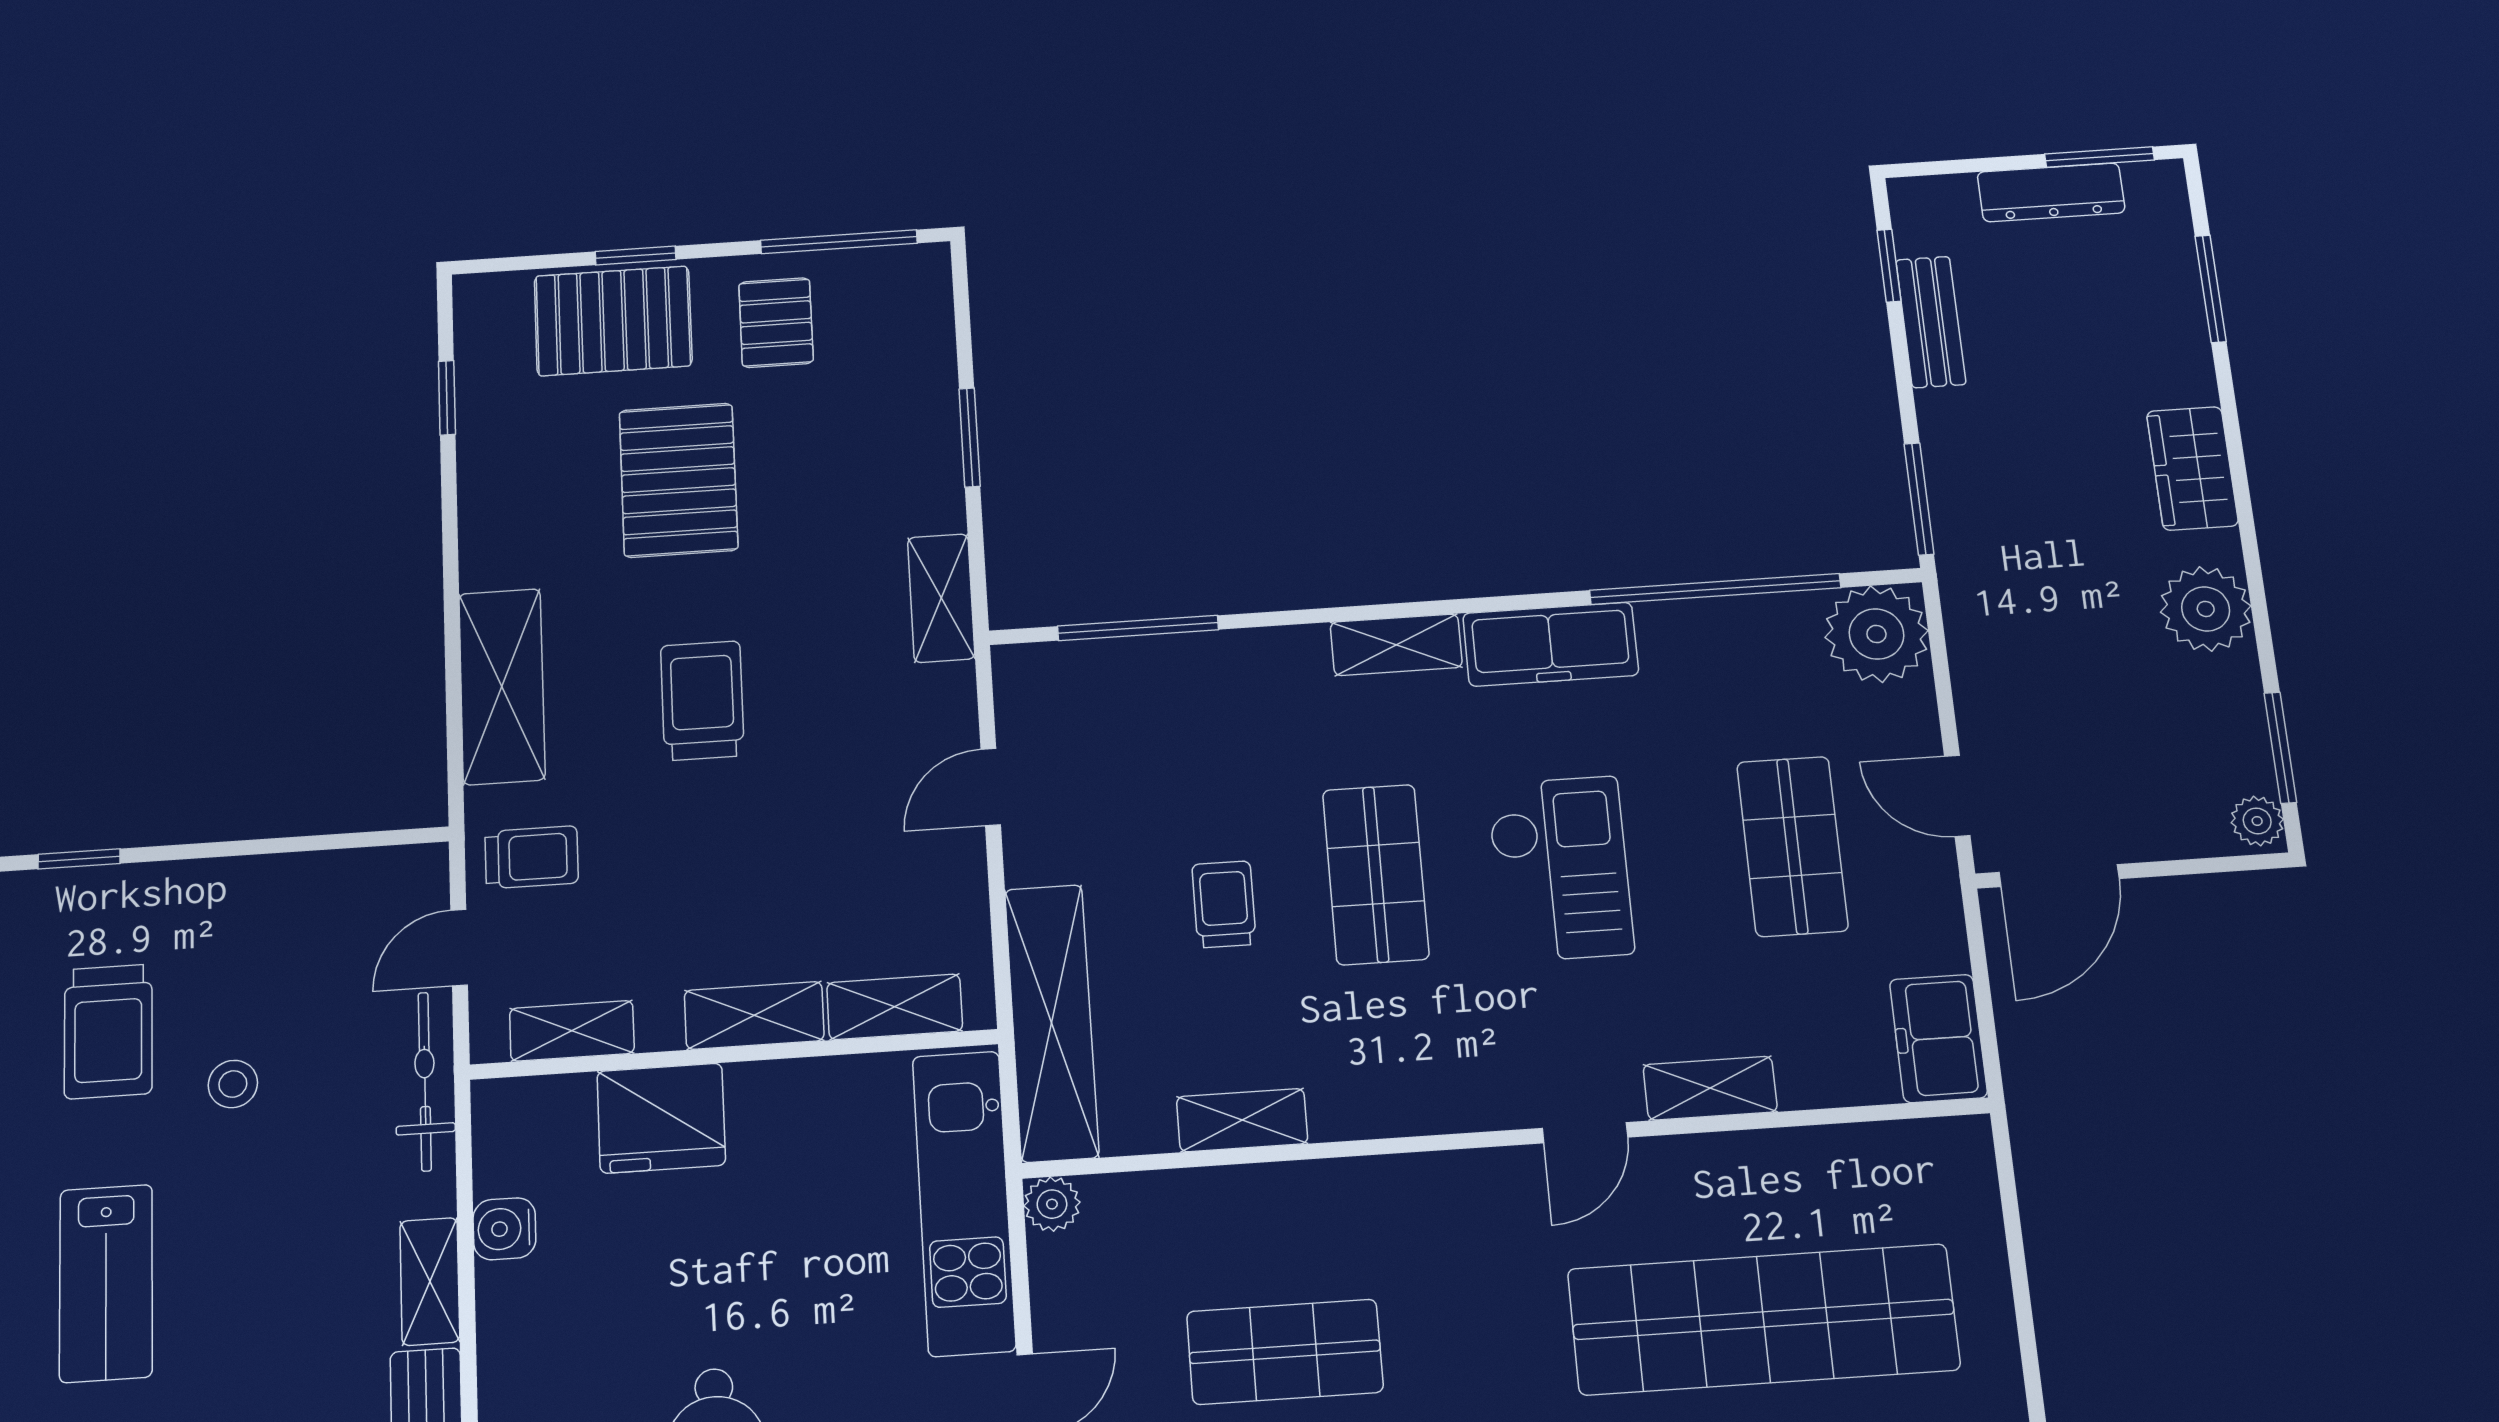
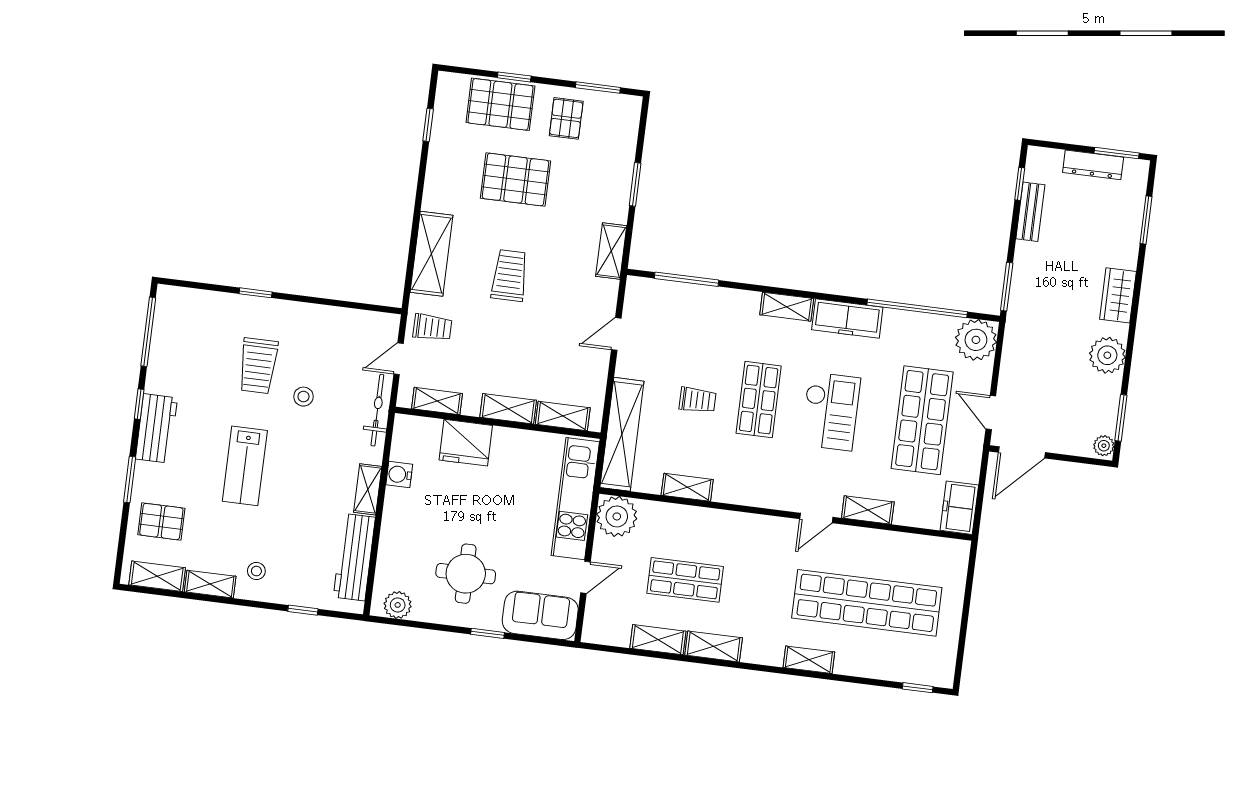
window: (839, 242) -> (598, 88), width x0.69
pallet: (678, 480) -> (515, 180), turned 90
shop shelf: (1792, 846) -> (922, 420), width x1.43, depth x1.36
trolley: (1224, 904) -> (698, 400), turned 90
plant: (1052, 1204) -> (617, 516), width x1.88, depth x1.88

